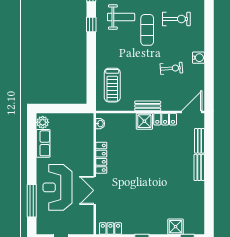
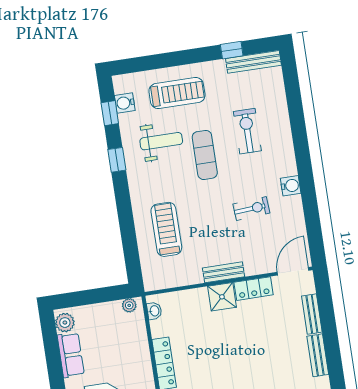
exercise bike: (176, 19) -> (247, 131), turned -90
treadmill: (112, 85) -> (166, 229), moved, turned 180
plant: (85, 118) -> (129, 305), added

